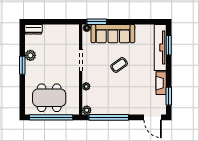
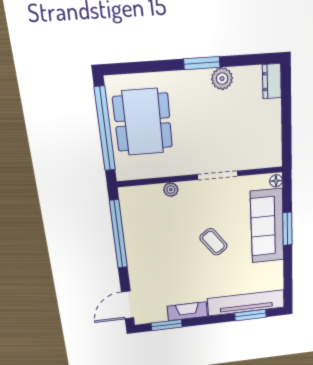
window: (97, 22) -> (287, 229), moved
plant: (87, 110) -> (127, 195), removed

